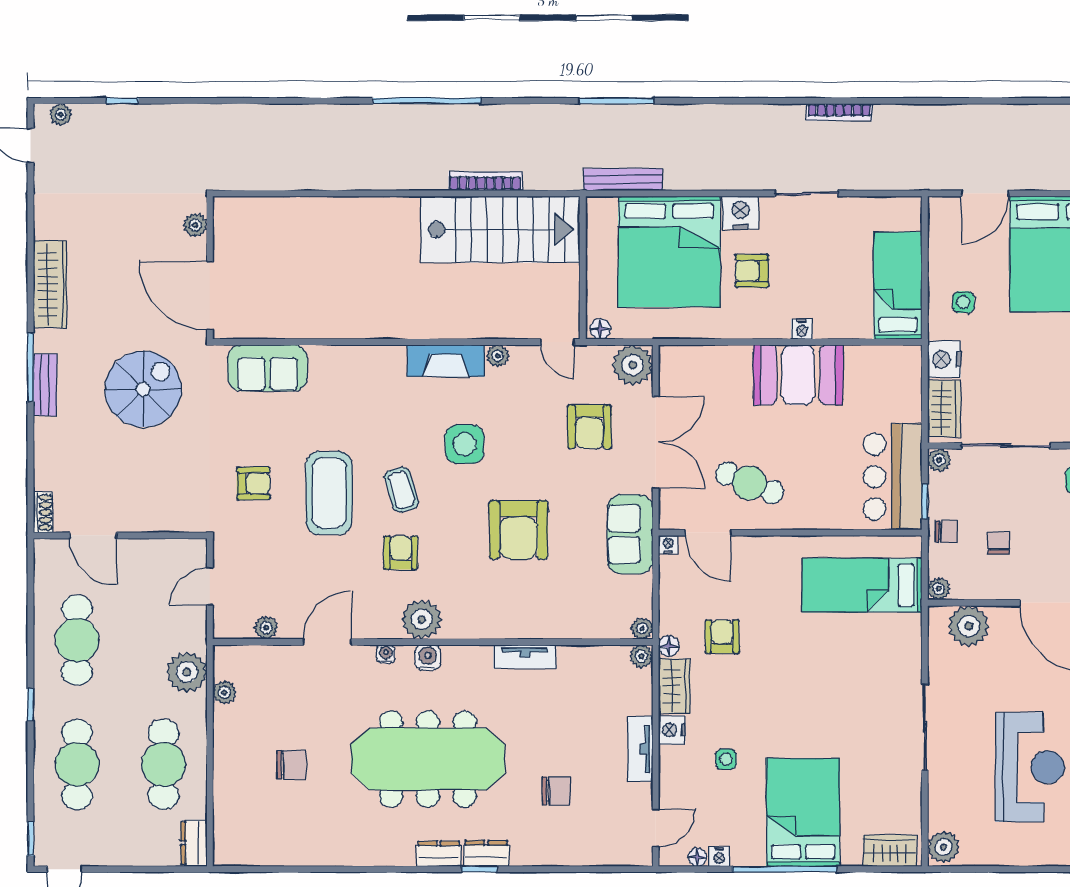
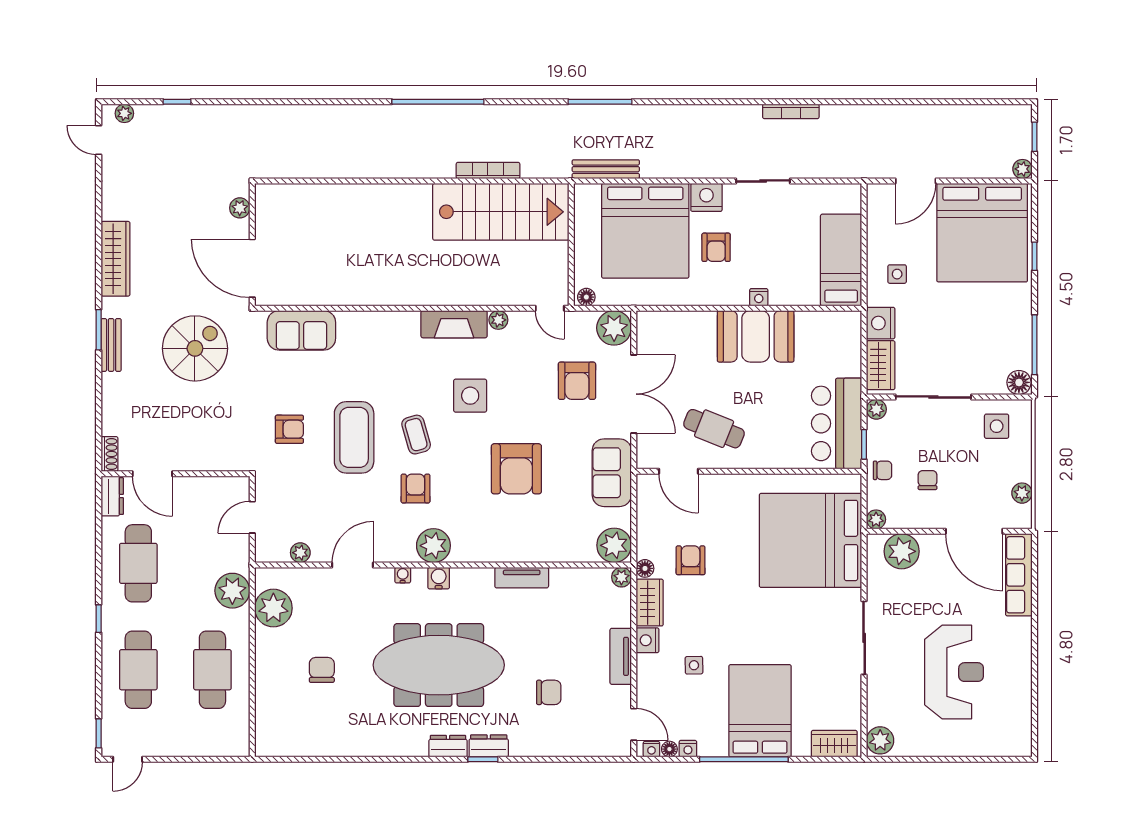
armchair: (752, 271) -> (716, 247), turned -90
window: (31, 367) -> (99, 330), width x0.69
nightstand: (668, 545) -> (651, 749), moved, turned 180
bed: (862, 585) -> (811, 540), width x2.04
plant: (642, 628) -> (614, 545), width x1.87, depth x1.87
plant: (224, 692) -> (273, 608), width x1.88, depth x1.88
chair: (291, 765) -> (322, 670), turned -90
door: (656, 828) -> (634, 724), hinge flipped
dresser: (194, 843) -> (112, 496), moved, turned 180

